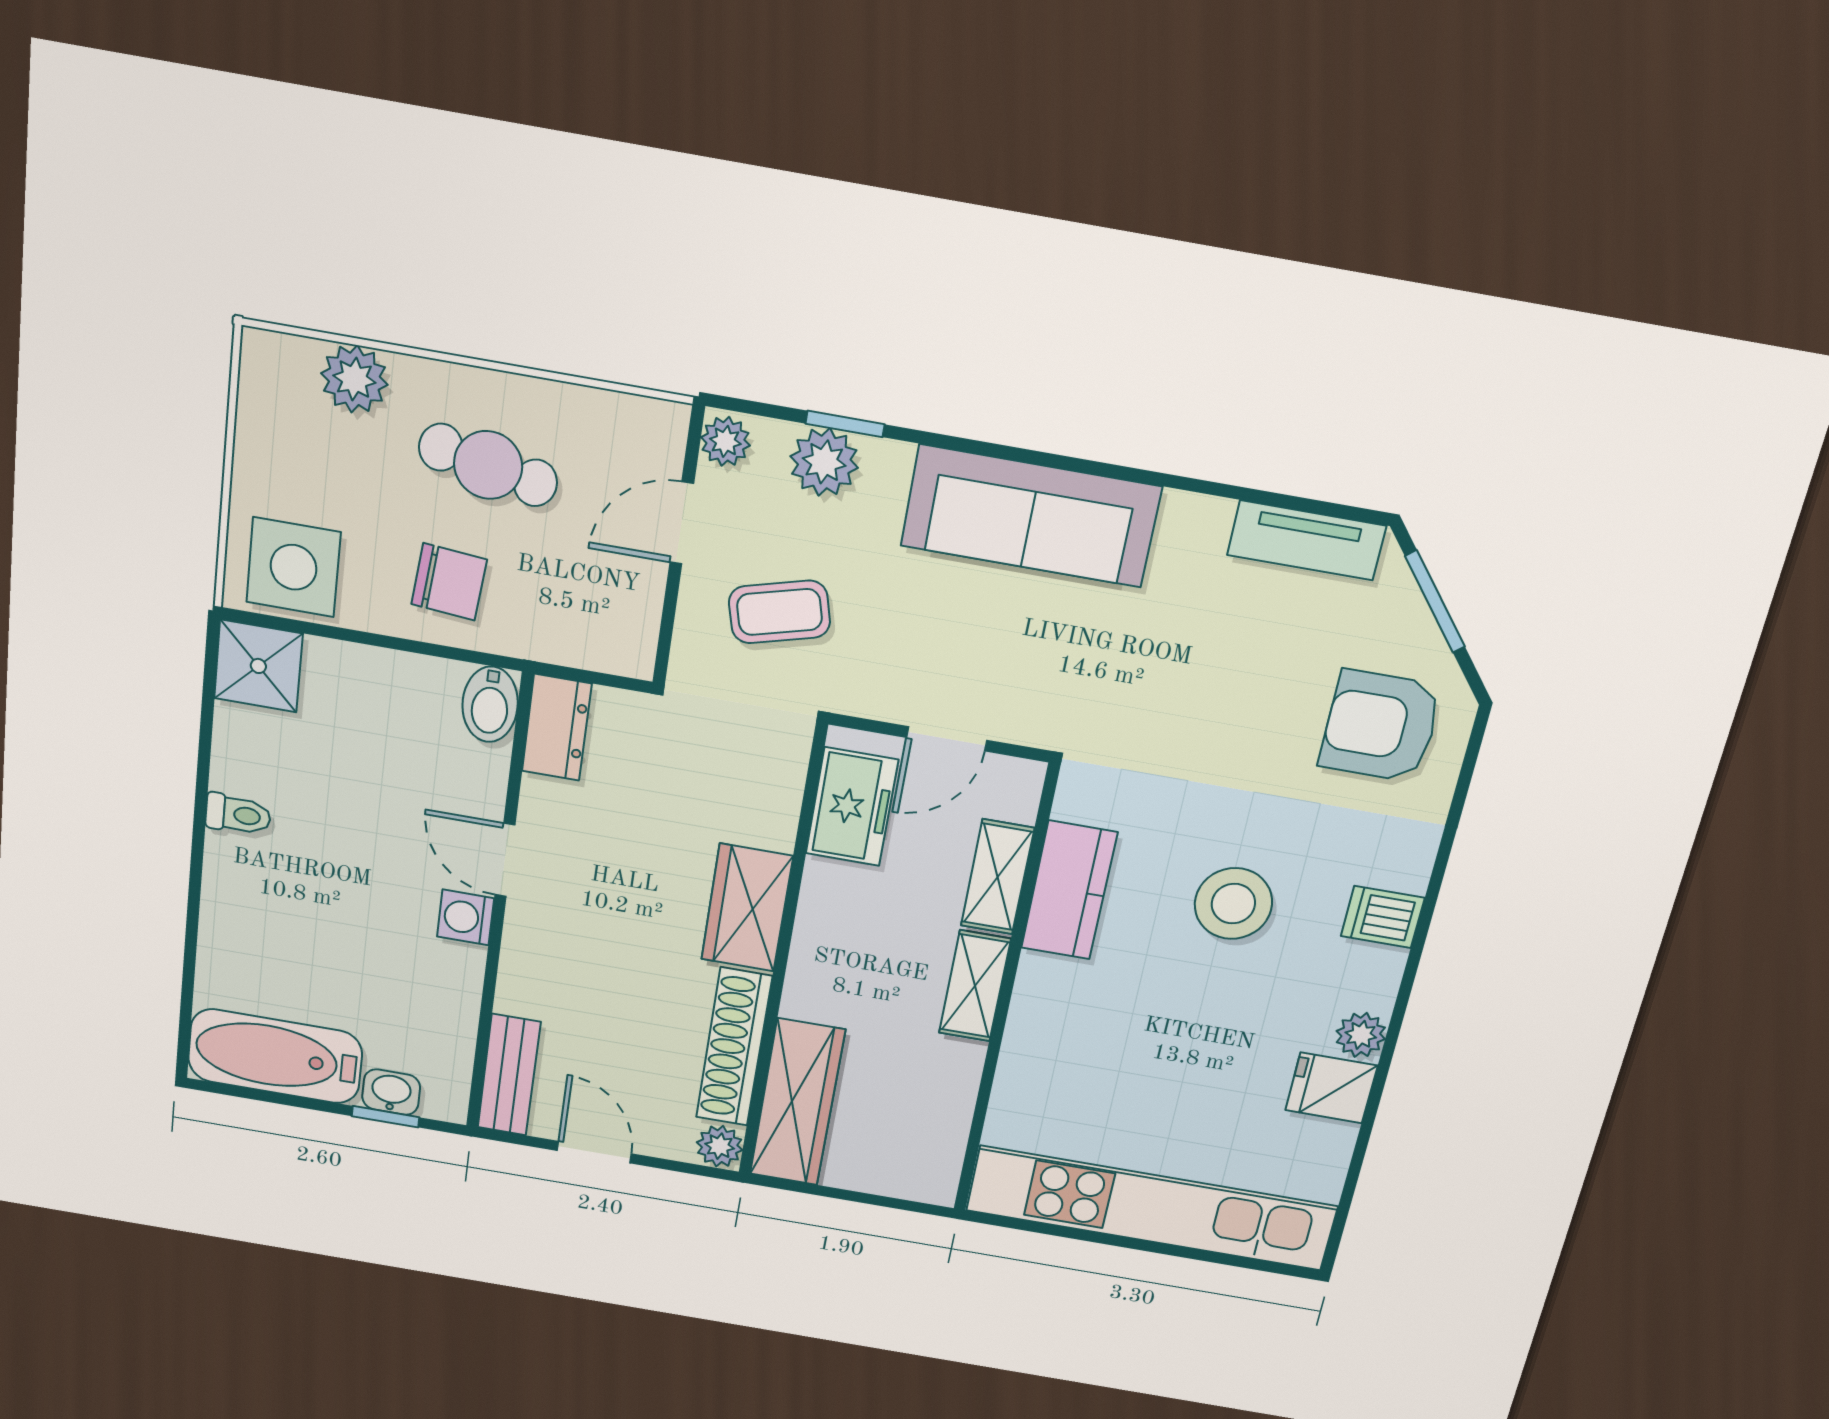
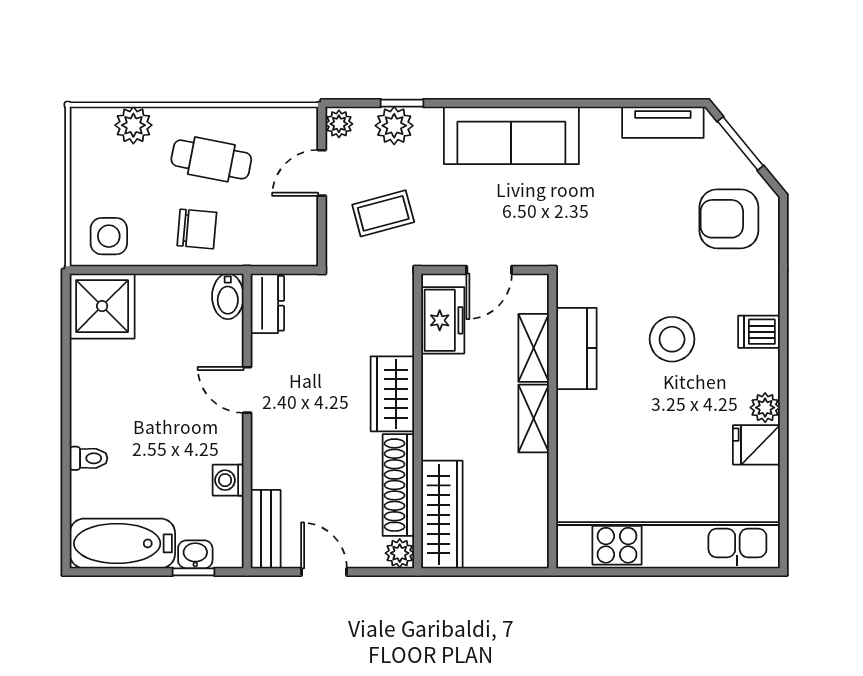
side table: (294, 567) -> (109, 236), width x0.73, depth x0.73
shower: (258, 666) -> (102, 306), width x1.36, depth x1.36
toilet: (238, 814) -> (88, 458), moved
washing machine: (466, 917) -> (228, 480), moved

